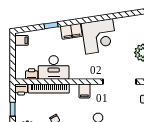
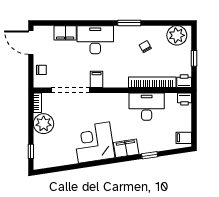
printer: (32, 74) -> (185, 99), moved
filing cabinet: (84, 91) -> (96, 79), moved

